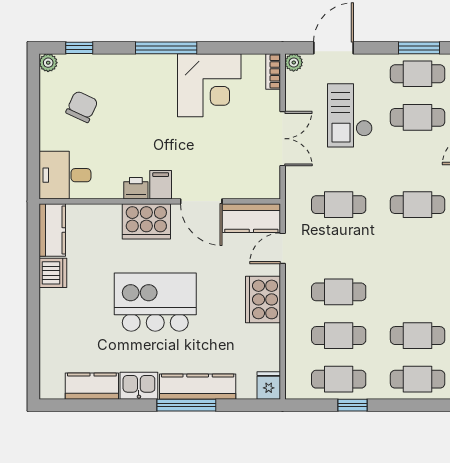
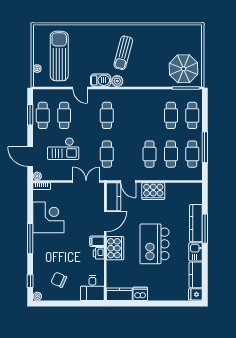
double door: (283, 139) -> (86, 182), moved
fridge: (269, 386) -> (195, 294), moved
window: (352, 405) -> (205, 147), width x2.17

